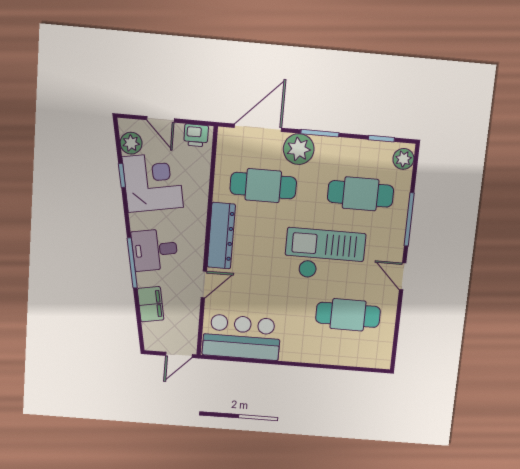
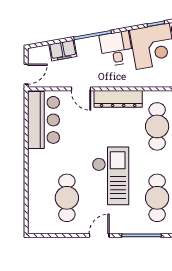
desk: (155, 250) -> (116, 49), moved
door: (179, 355) -> (26, 74), swing flipped

